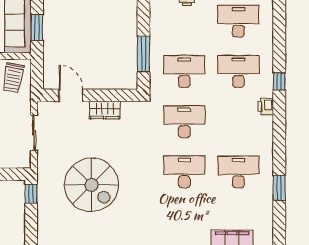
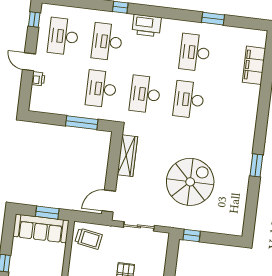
door: (71, 95) -> (109, 201), moved
printer: (266, 106) -> (147, 26), width x1.87, depth x1.48
wardrobe: (105, 110) -> (127, 156), width x1.50

